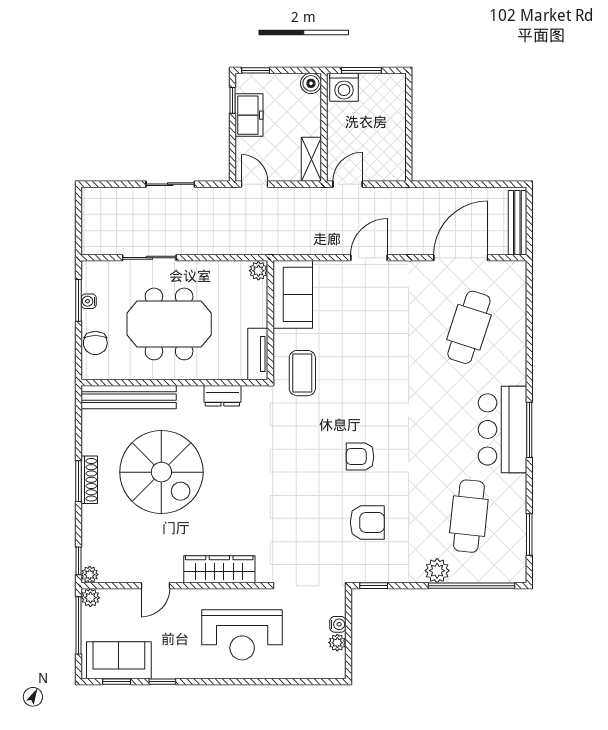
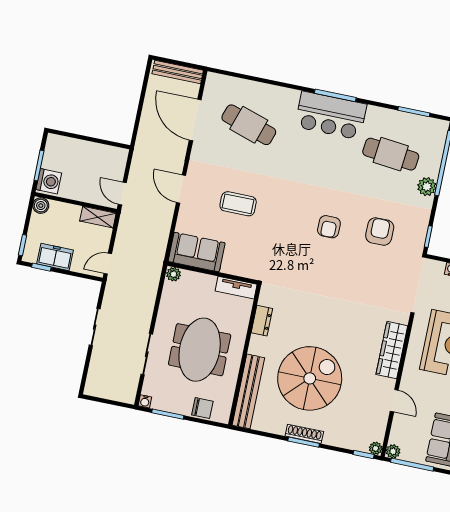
water cooler: (89, 301) -> (145, 401), moved
coffee table: (302, 373) -> (238, 204), moved

